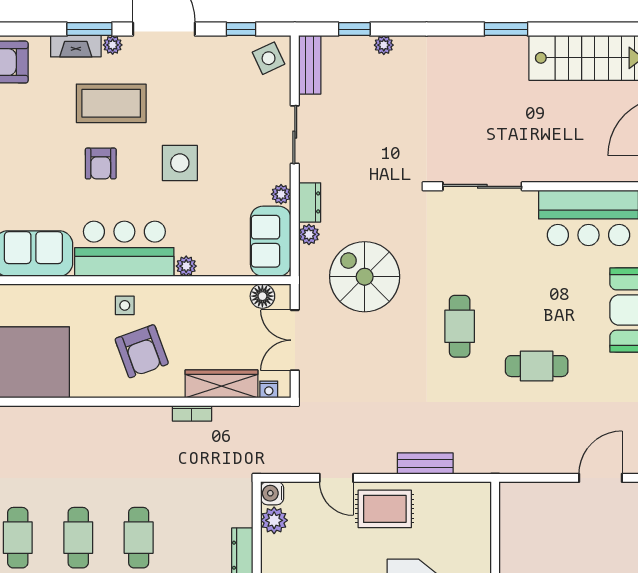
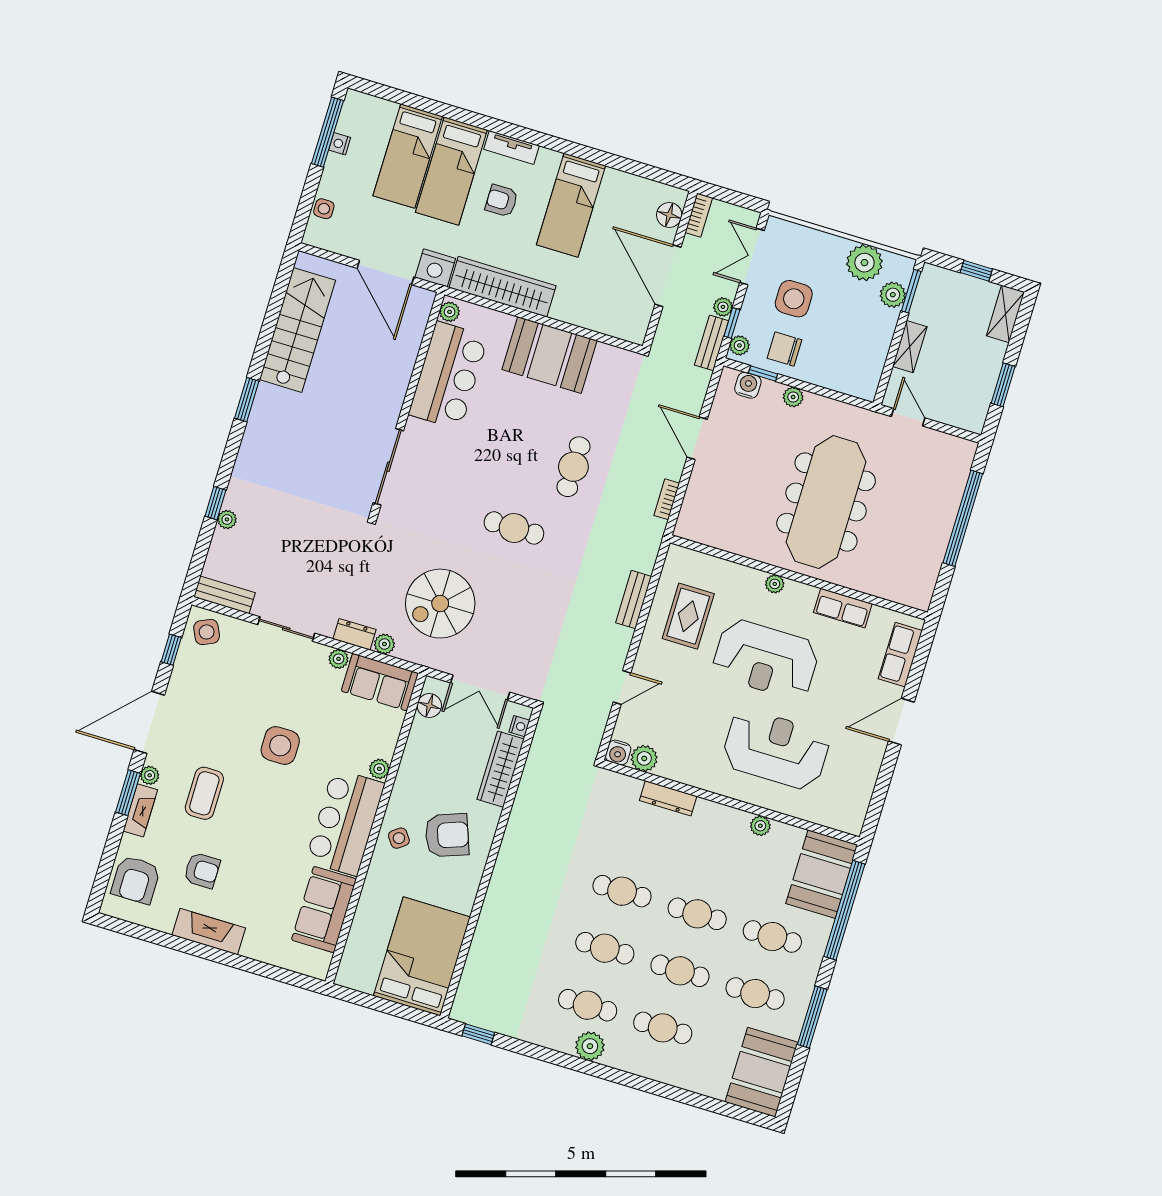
window: (354, 29) -> (215, 503), moved
coffee table: (111, 103) -> (204, 793), width x0.73, depth x0.76
armchair: (101, 164) -> (202, 870), moved
side table: (125, 305) -> (399, 838), turned -36
bookcase: (192, 413) -> (667, 499), moved, turned 180
rug: (385, 509) -> (688, 616), moved

